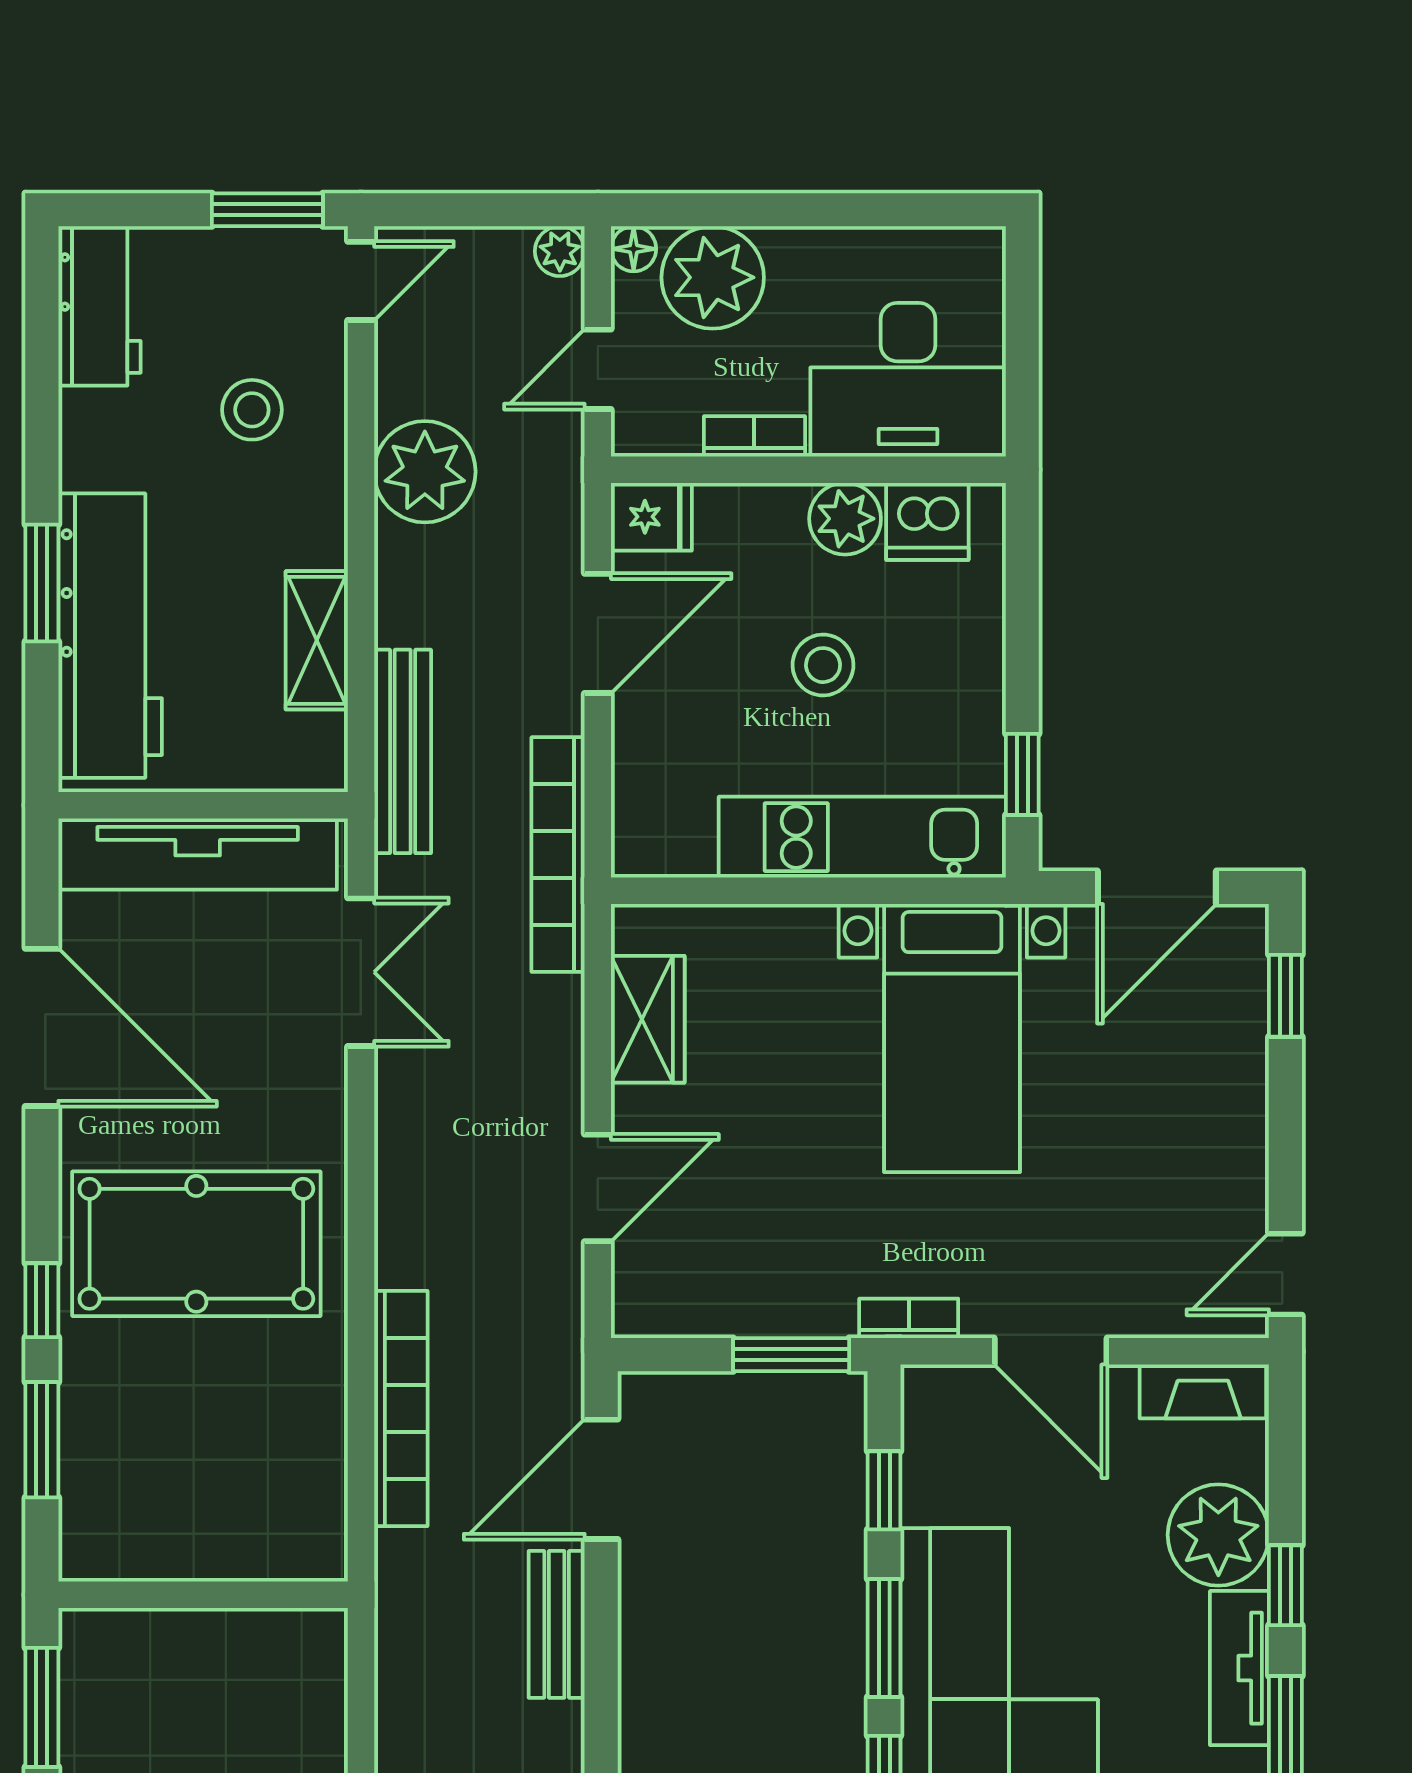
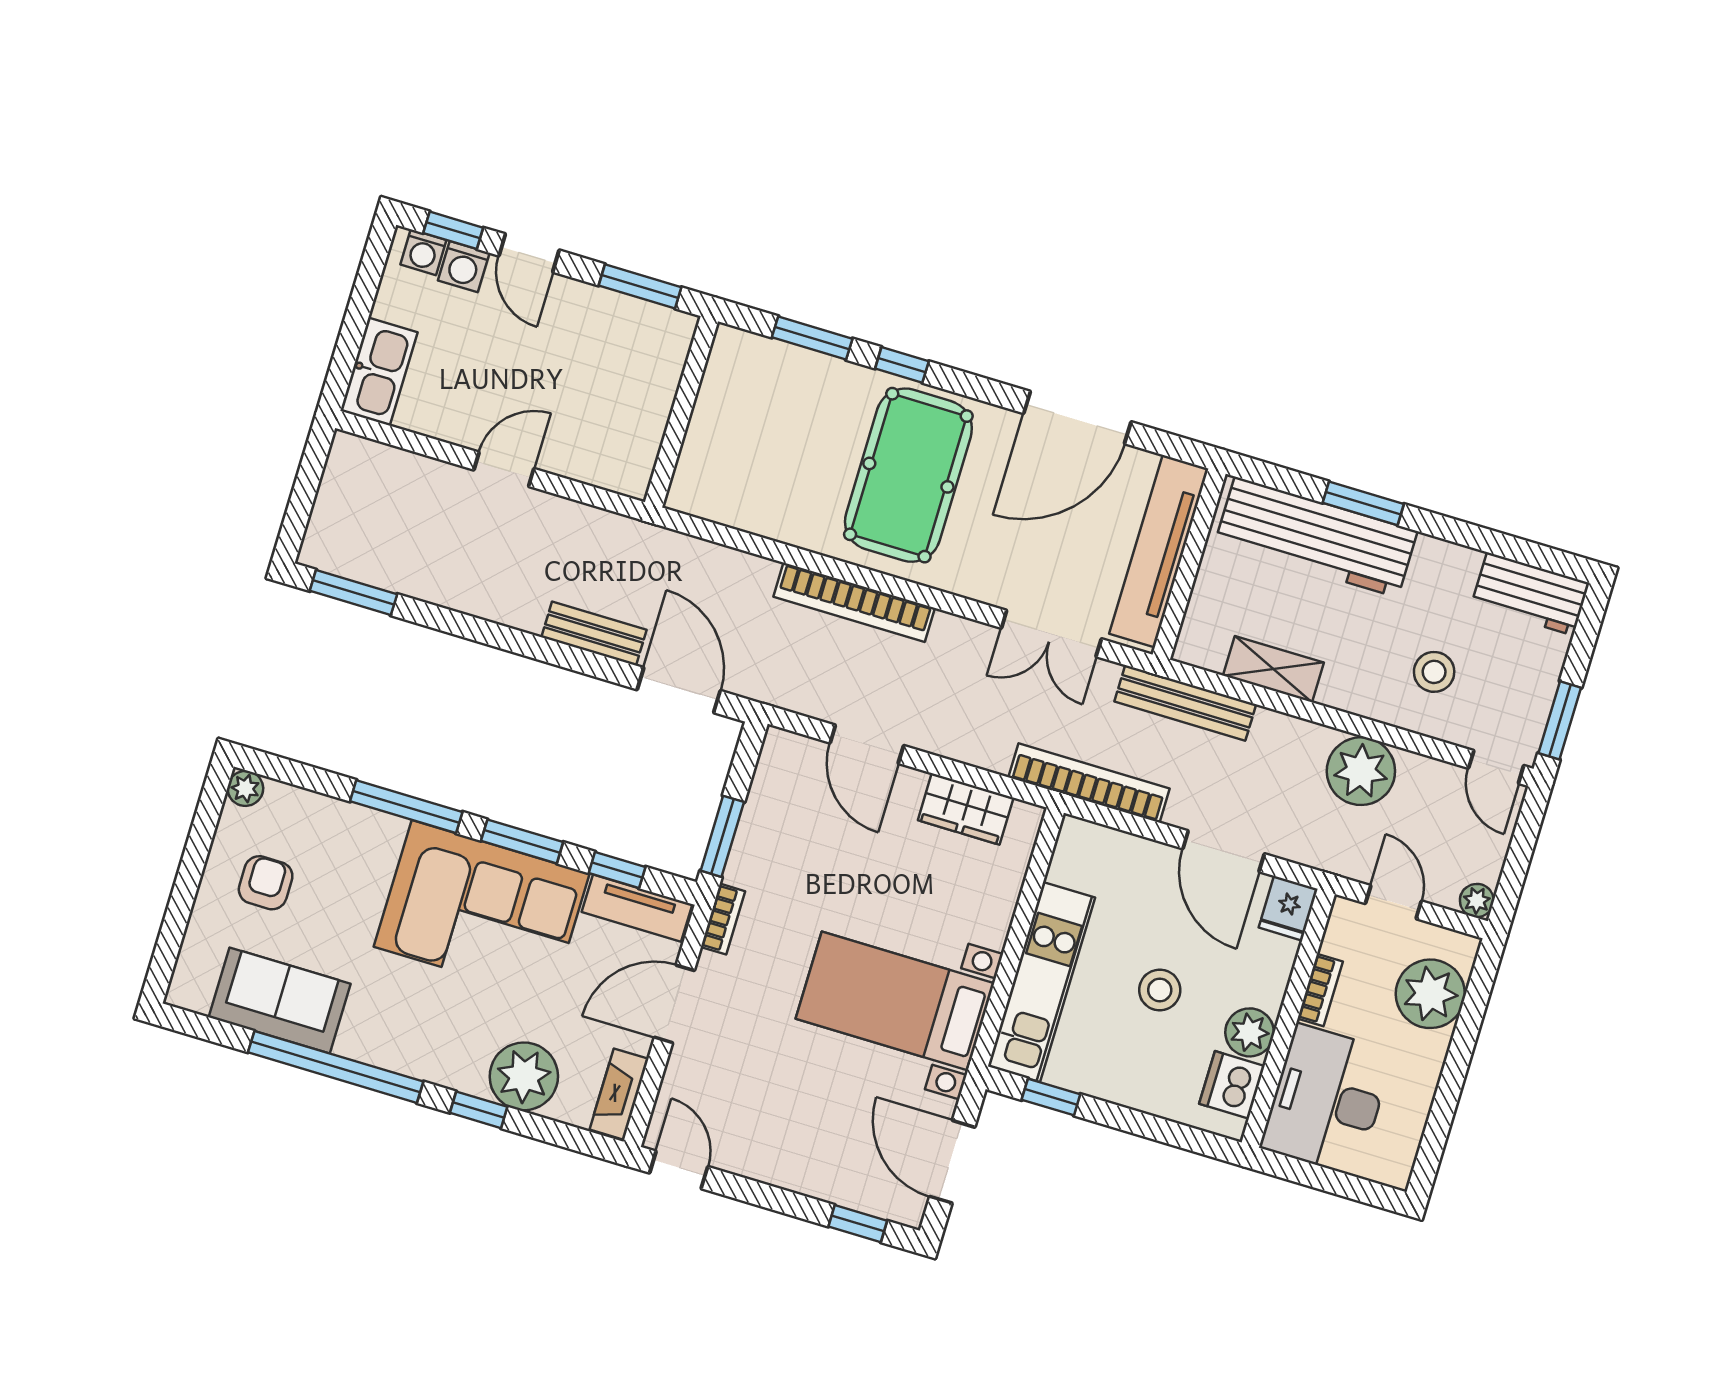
floor lamp: (634, 249) -> (1464, 948), removed
bookcase: (401, 1408) -> (854, 602), moved
tv unit: (1239, 1668) -> (637, 908), moved, turned 180

